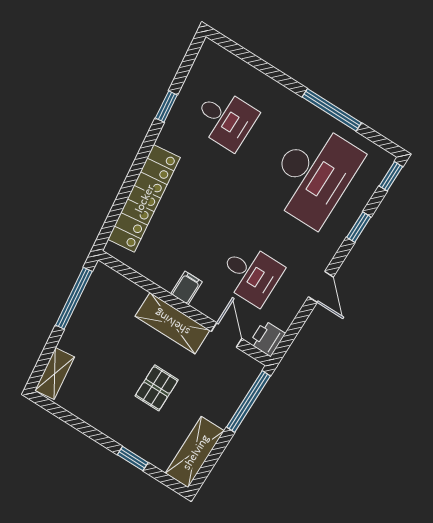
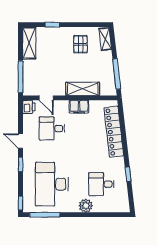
plant: (277, 98) -> (86, 206), added
window: (332, 110) -> (45, 215), moved
window: (359, 227) -> (21, 164), moved
filing cabinet: (186, 288) -> (79, 107), width x2.00
shelving: (172, 323) -> (83, 89), moved
pallet: (157, 388) -> (80, 44), moved

